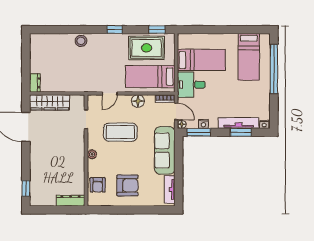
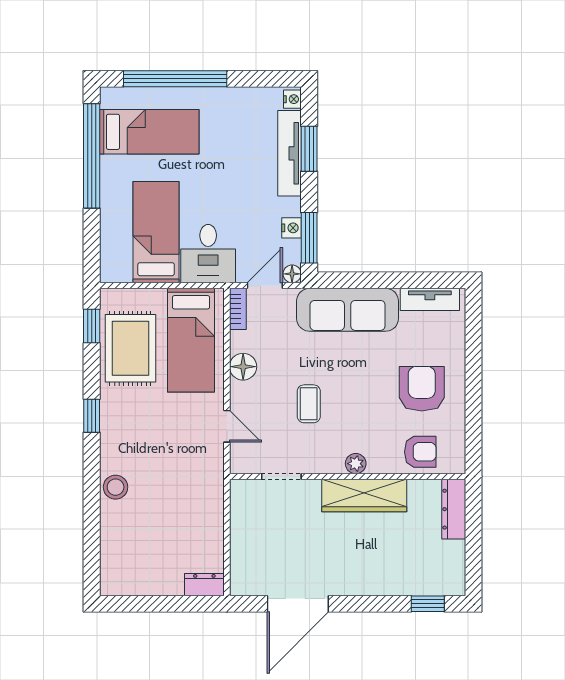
window: (237, 30) -> (92, 156), added
wardrobe: (50, 102) -> (364, 495), moved, turned 90
coffee table: (120, 132) -> (309, 404), width x0.54, depth x0.58

